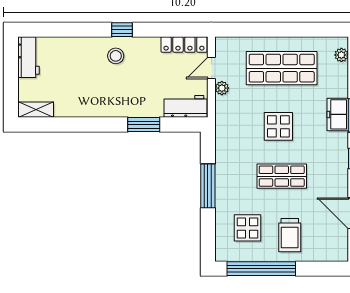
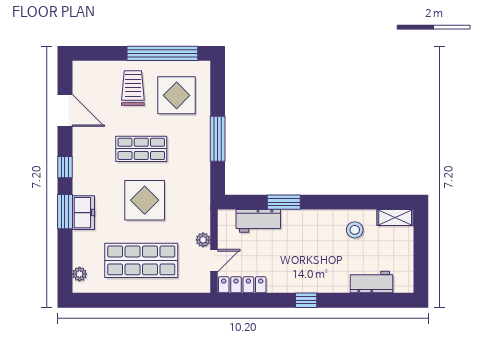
stool: (116, 56) -> (355, 230), moved
workbench: (29, 57) -> (372, 282), moved, turned 90
workbench: (186, 106) -> (258, 221), moved
display table: (278, 126) -> (145, 200), width x1.36, depth x1.36
display table: (248, 228) -> (177, 95), width x1.36, depth x1.36

